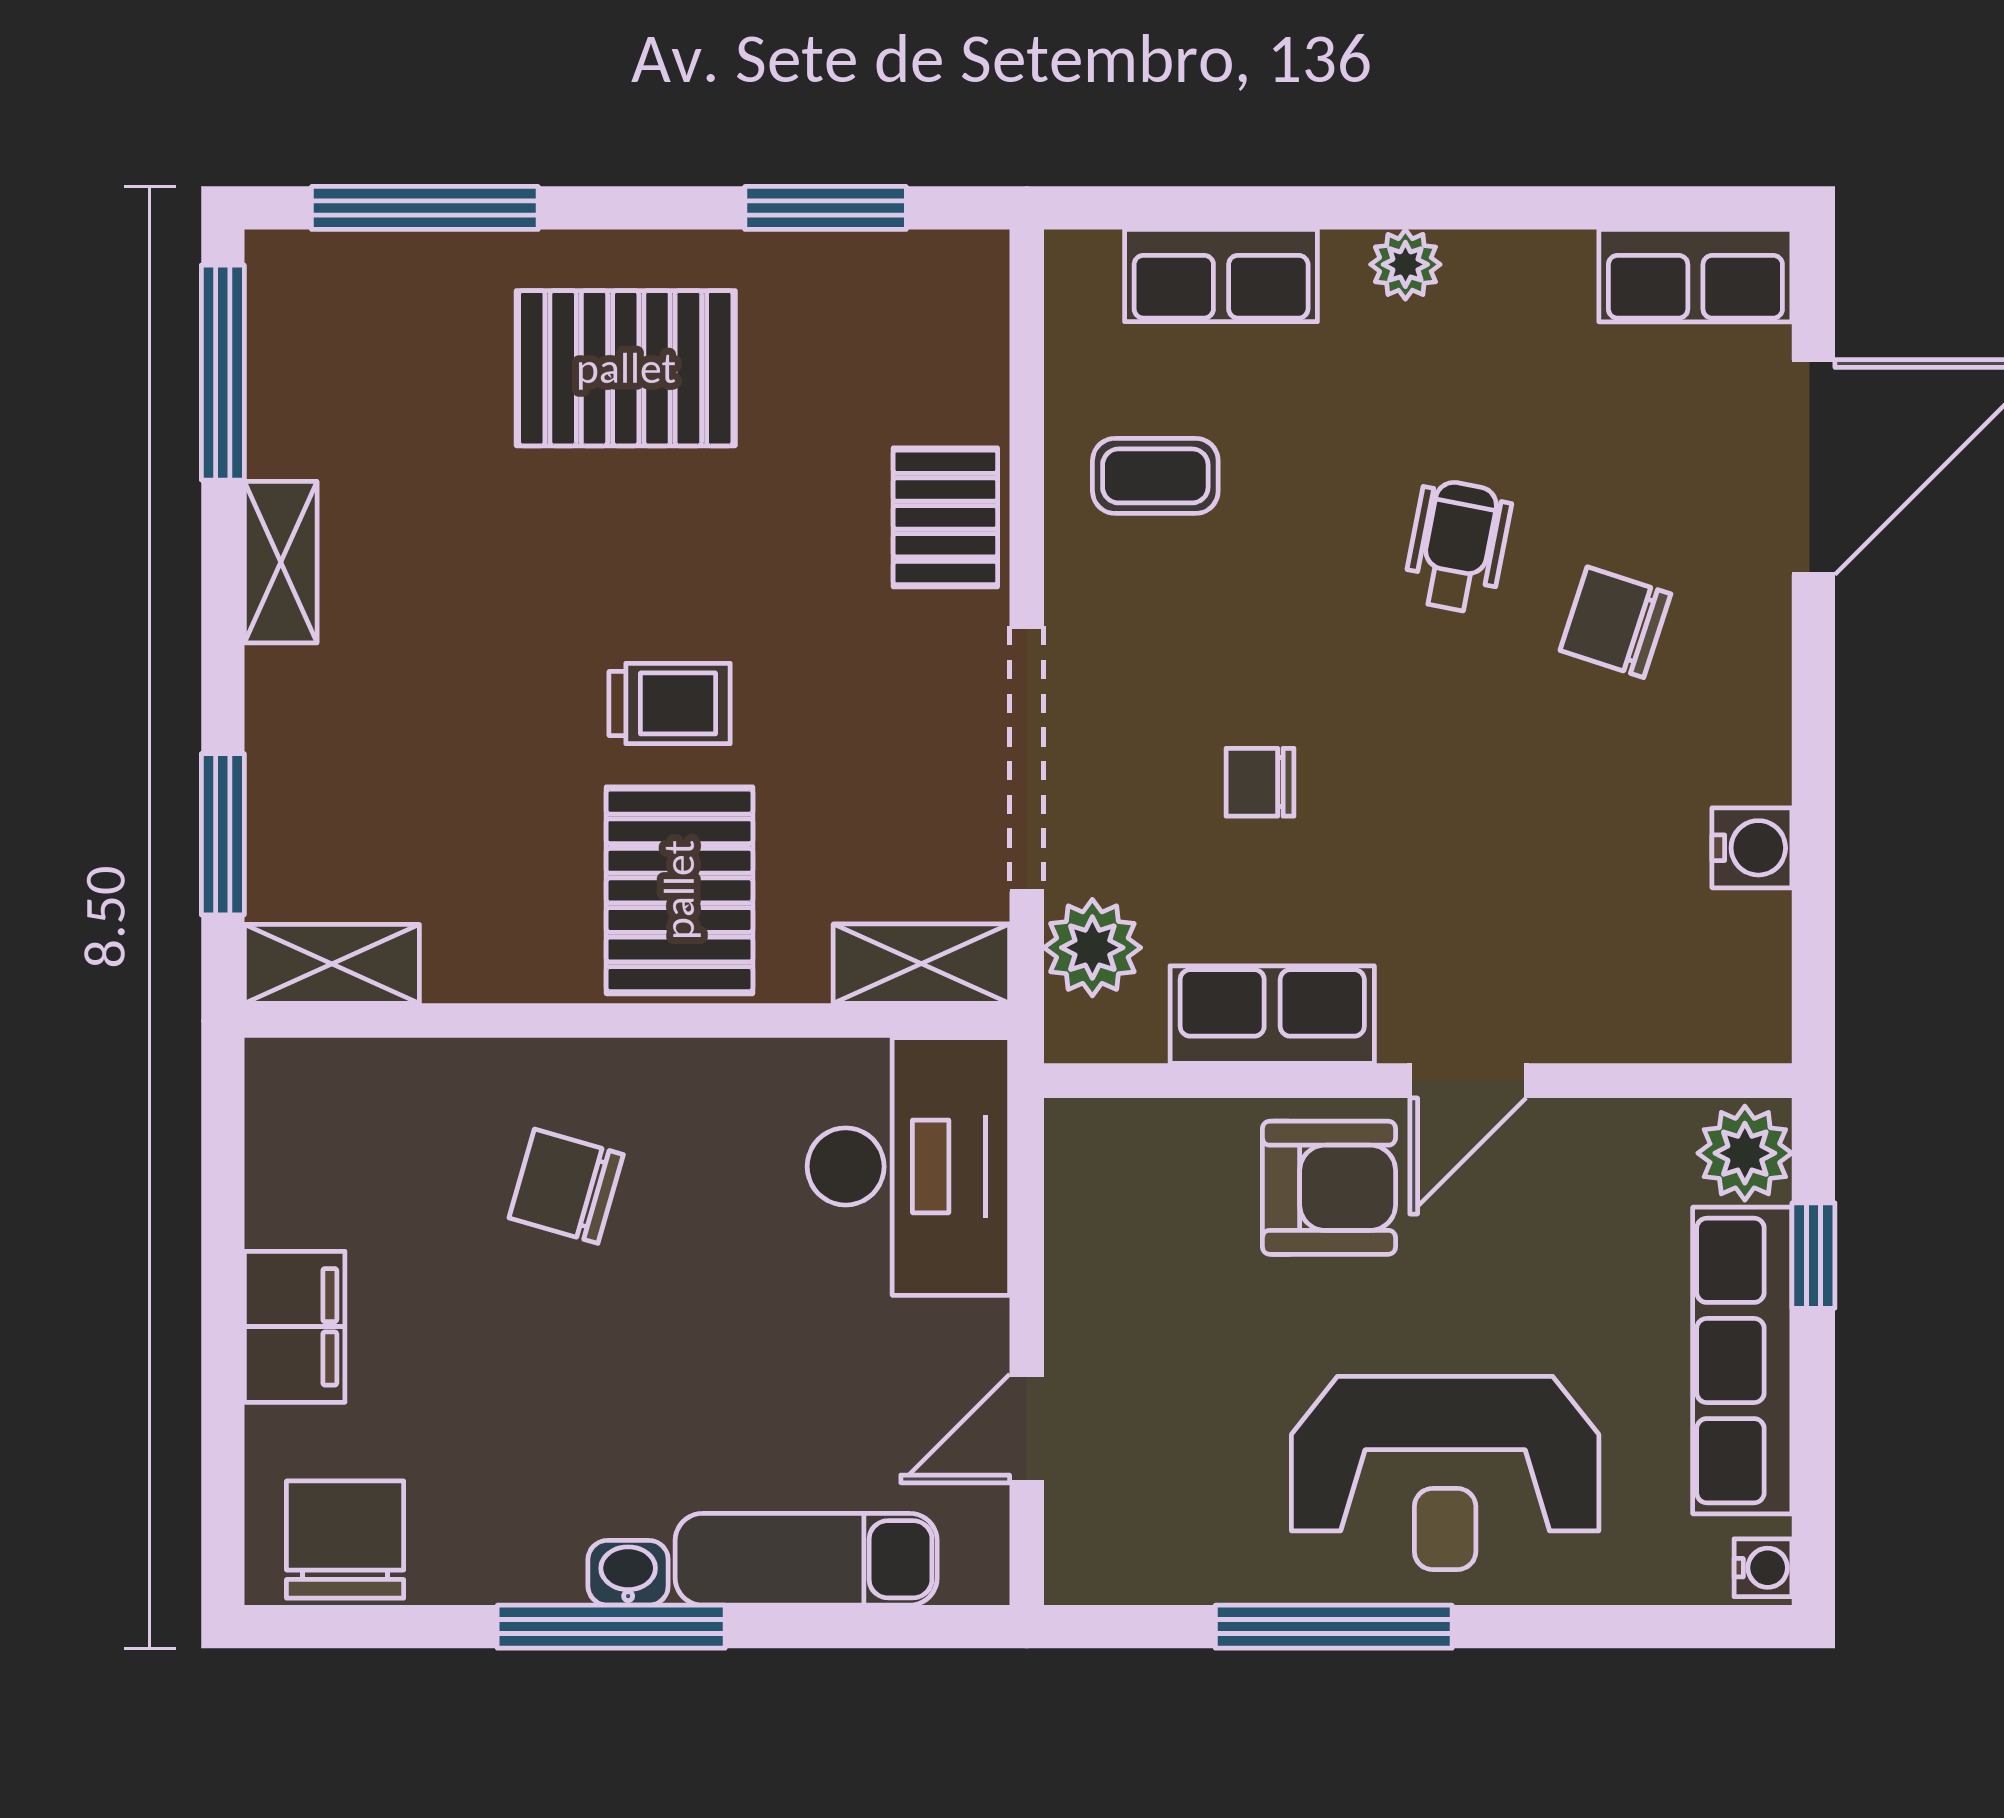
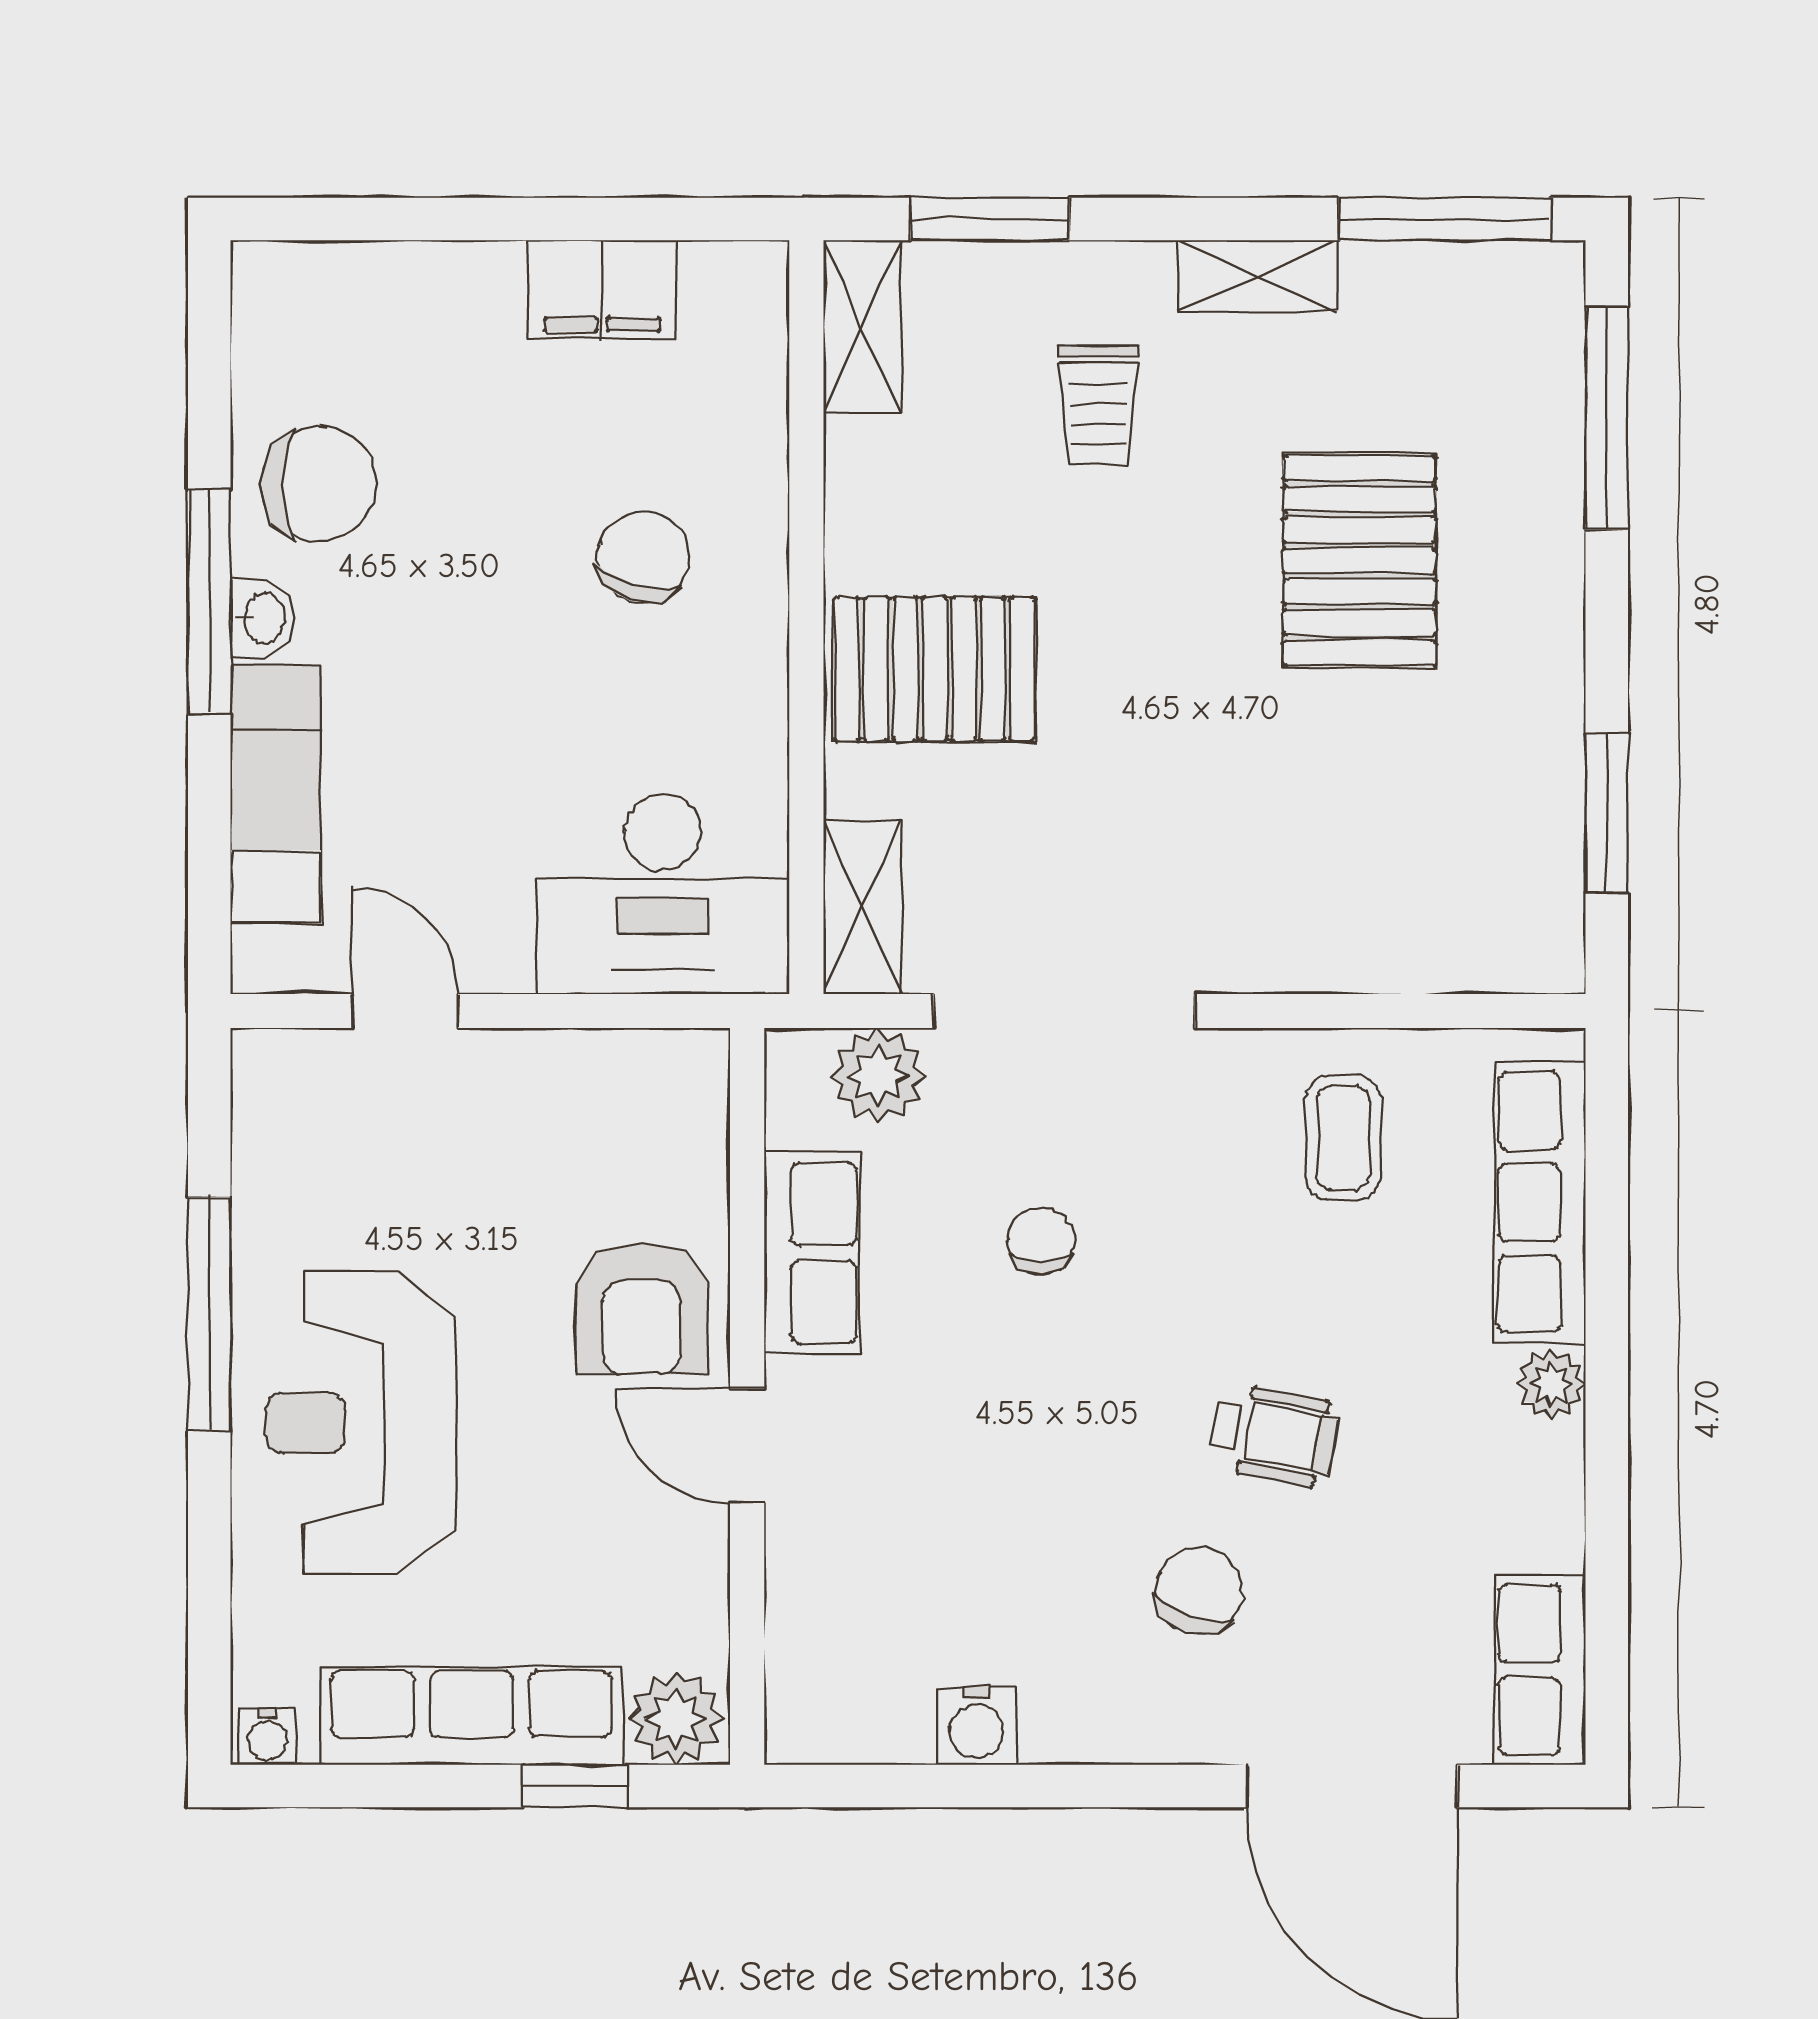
row of seats: (1221, 276) -> (1540, 1202), width x1.48
pallet: (626, 368) -> (1359, 561), moved
pallet: (945, 517) -> (1302, 931), removed
trolley: (670, 703) -> (1098, 405), moved
filing cabinet: (295, 1327) -> (602, 290), moved
chair: (345, 1540) -> (319, 484), moved

